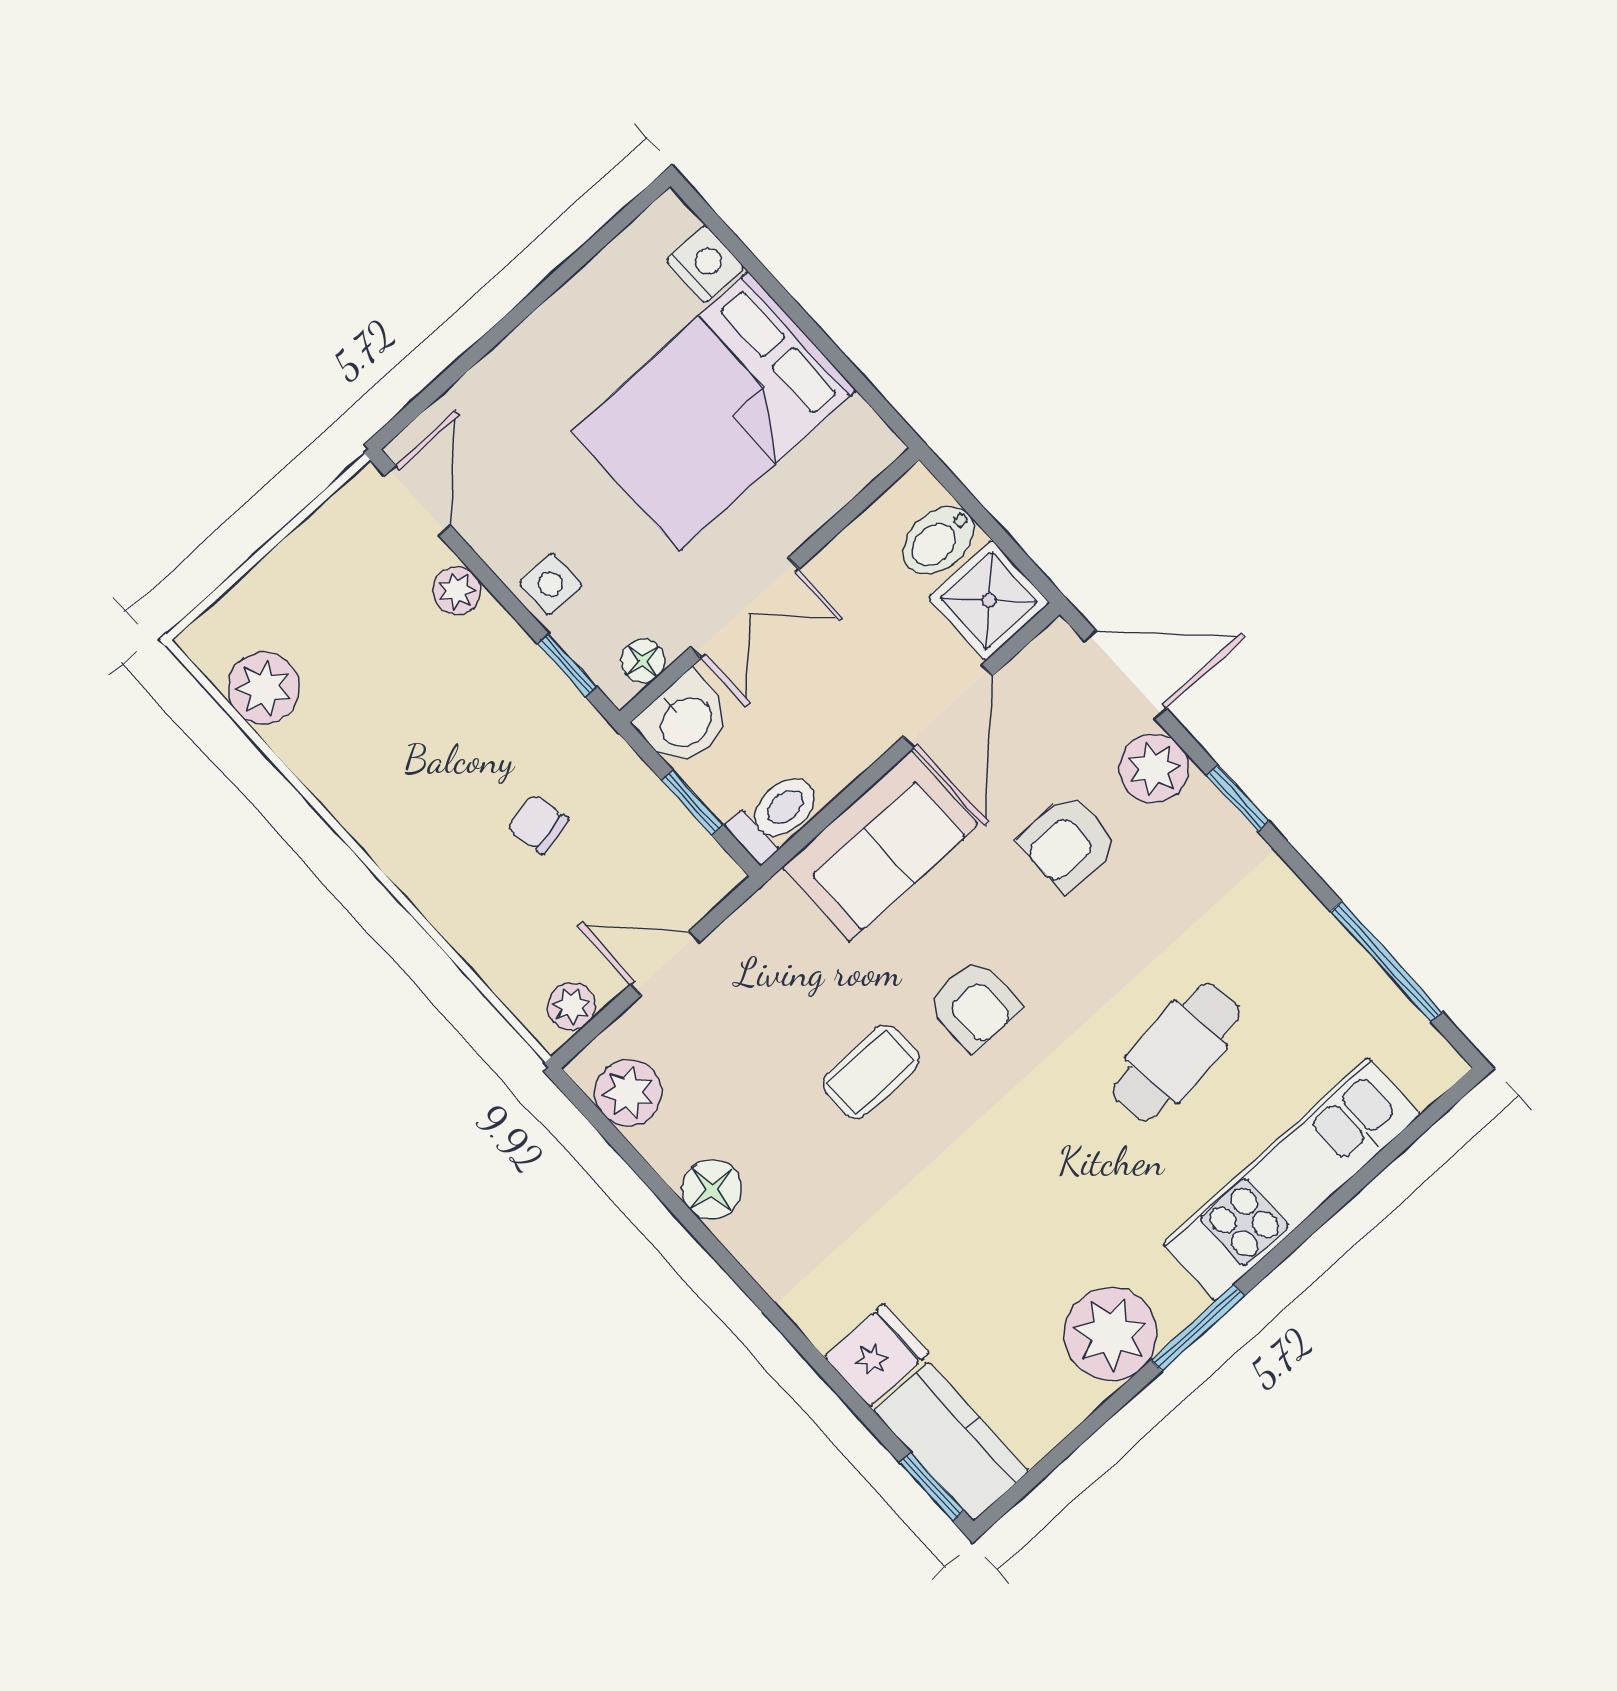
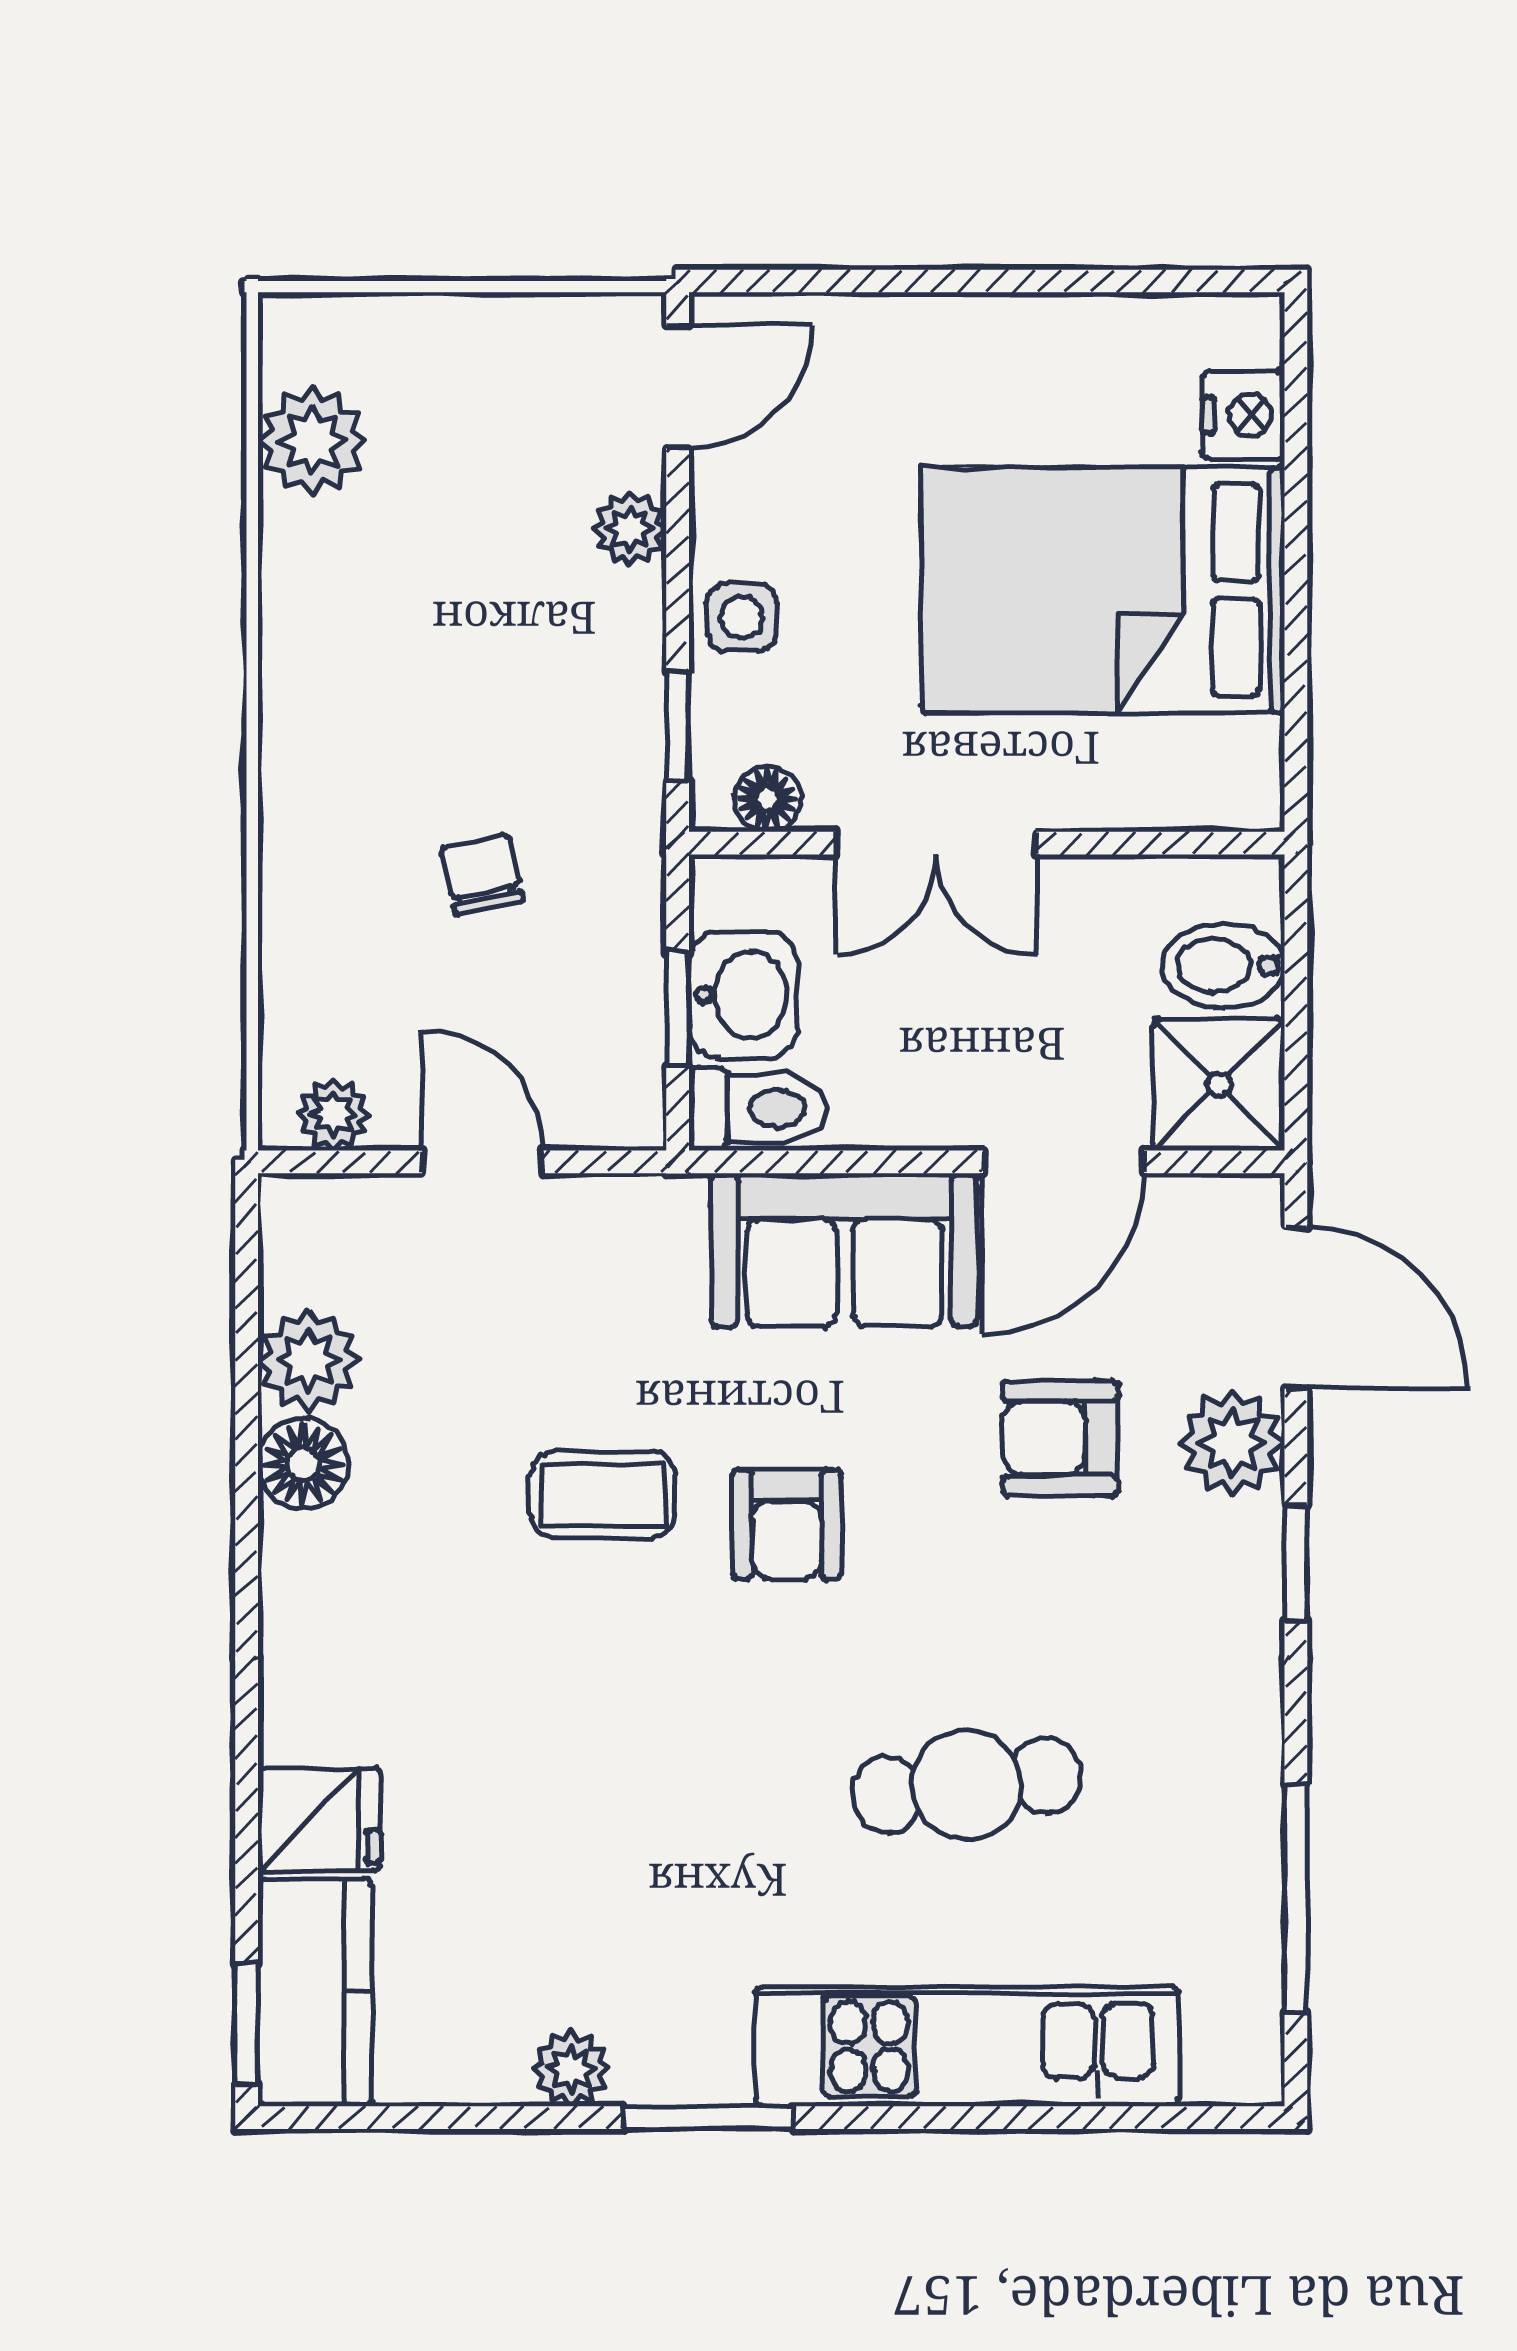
washbasin: (685, 721) -> (743, 995), moved, turned -90
plant: (628, 1093) -> (308, 1360), moved
plant: (1111, 1334) -> (571, 2069), width x0.53, depth x0.53

